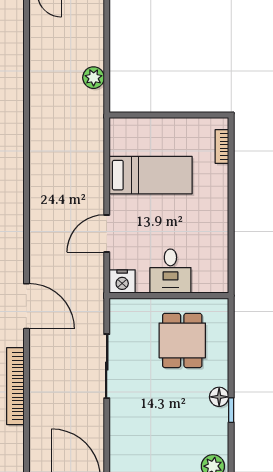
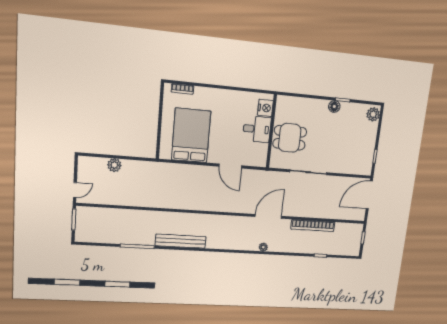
plant: (94, 78) -> (114, 165), moved
bed: (151, 175) -> (191, 136), width x1.50
nightstand: (122, 282) -> (265, 108), moved
dining table: (182, 340) -> (290, 138), moved

